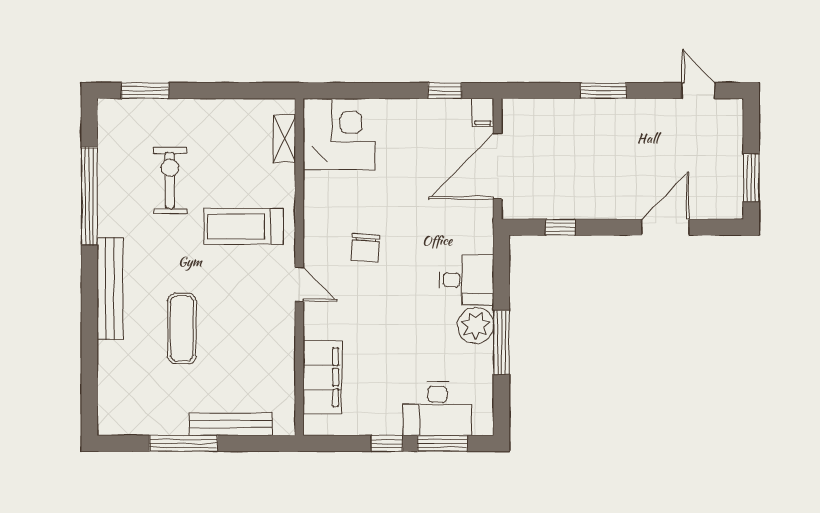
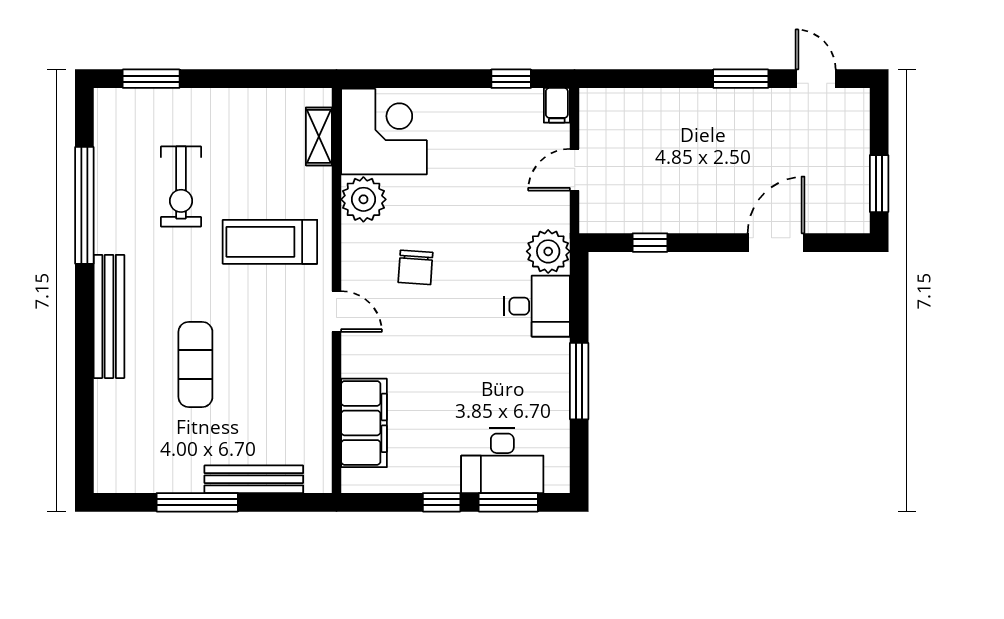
window: (603, 91) -> (741, 79), moved
door: (498, 166) -> (575, 170), width x0.53
exercise bike: (170, 180) -> (181, 186), turned 180
plant: (322, 191) -> (363, 199), added
plant: (476, 325) -> (548, 251), moved

